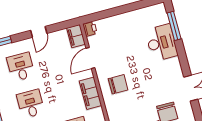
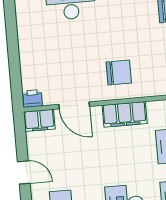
chair: (118, 84) -> (119, 73), turned 90

